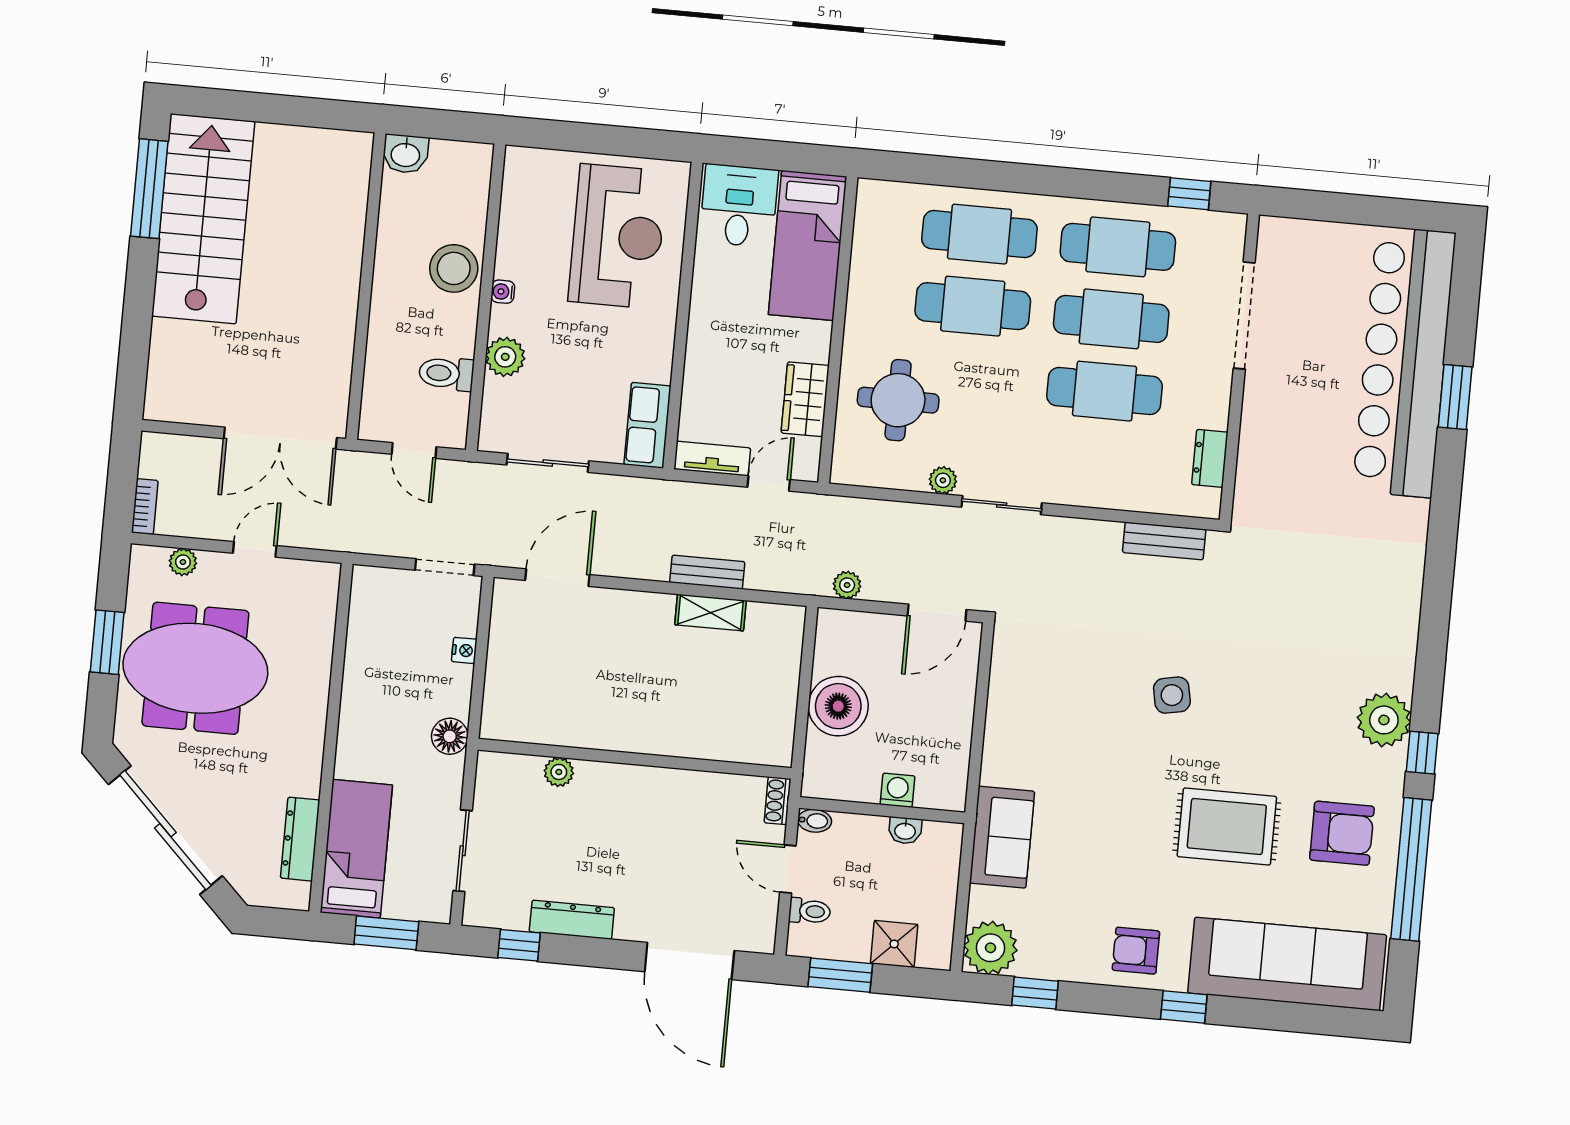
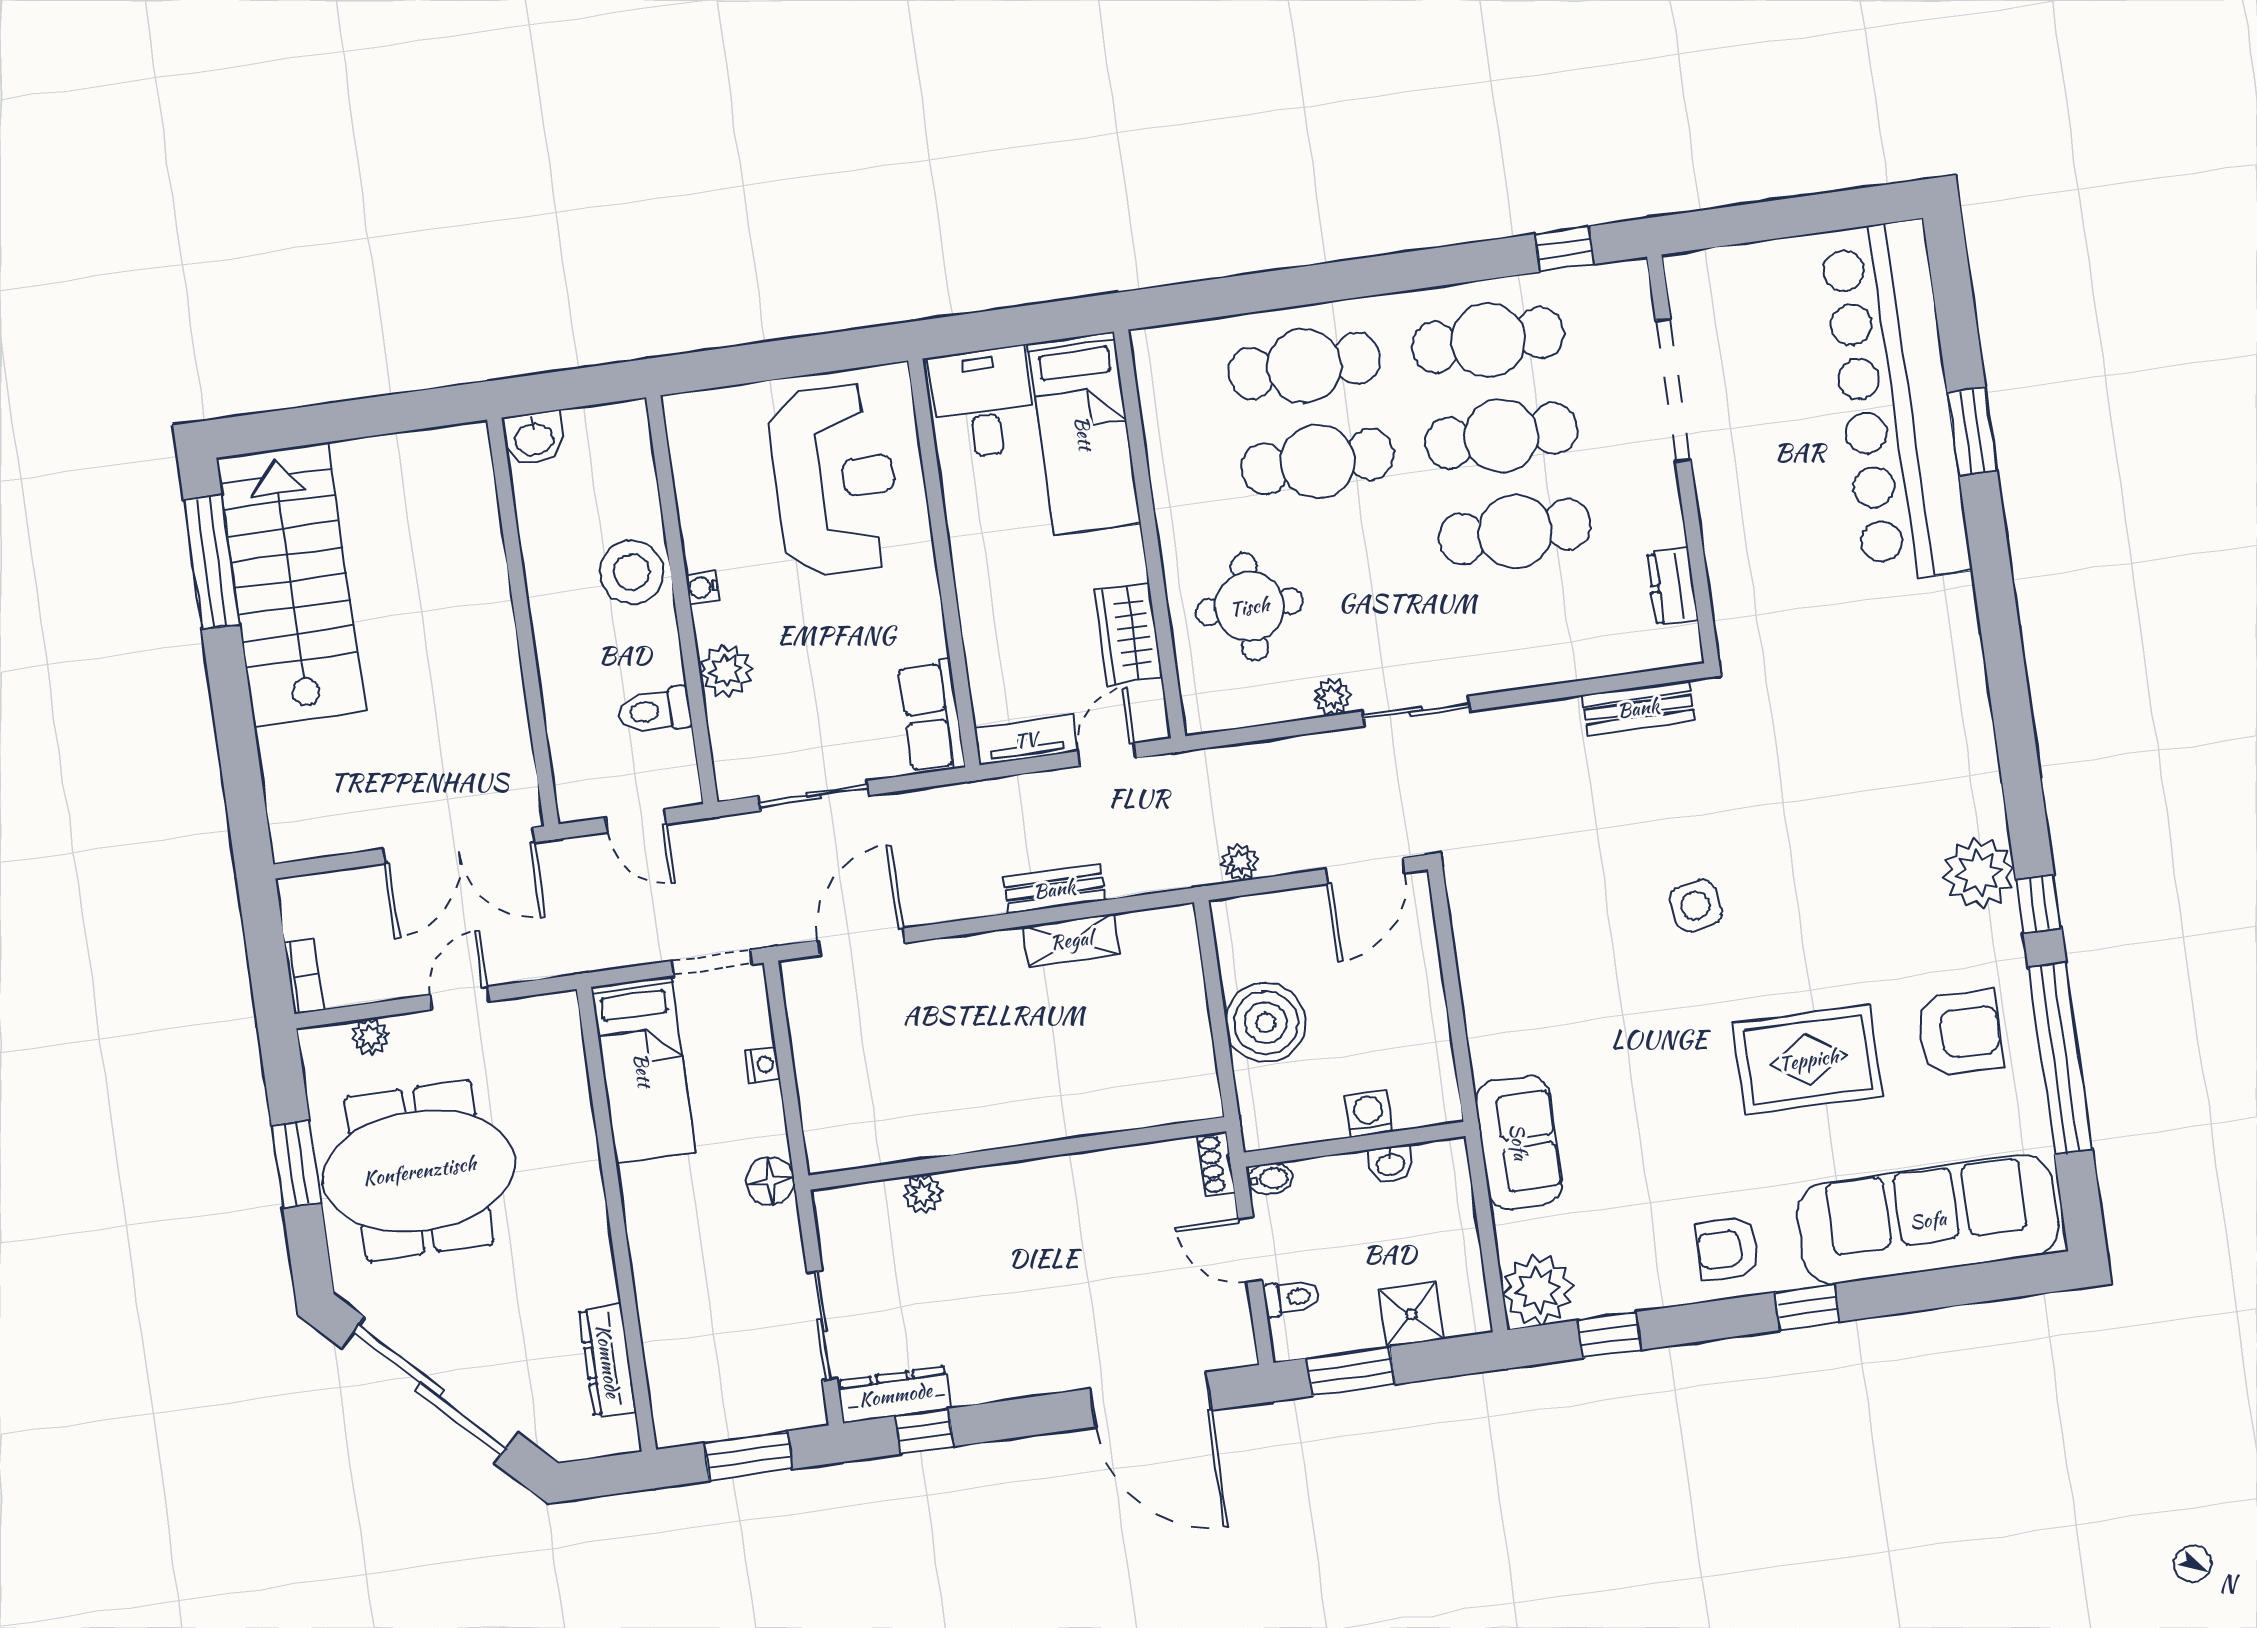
bed: (356, 849) -> (643, 1070), moved, turned 180
dresser: (572, 920) -> (895, 1395), moved

